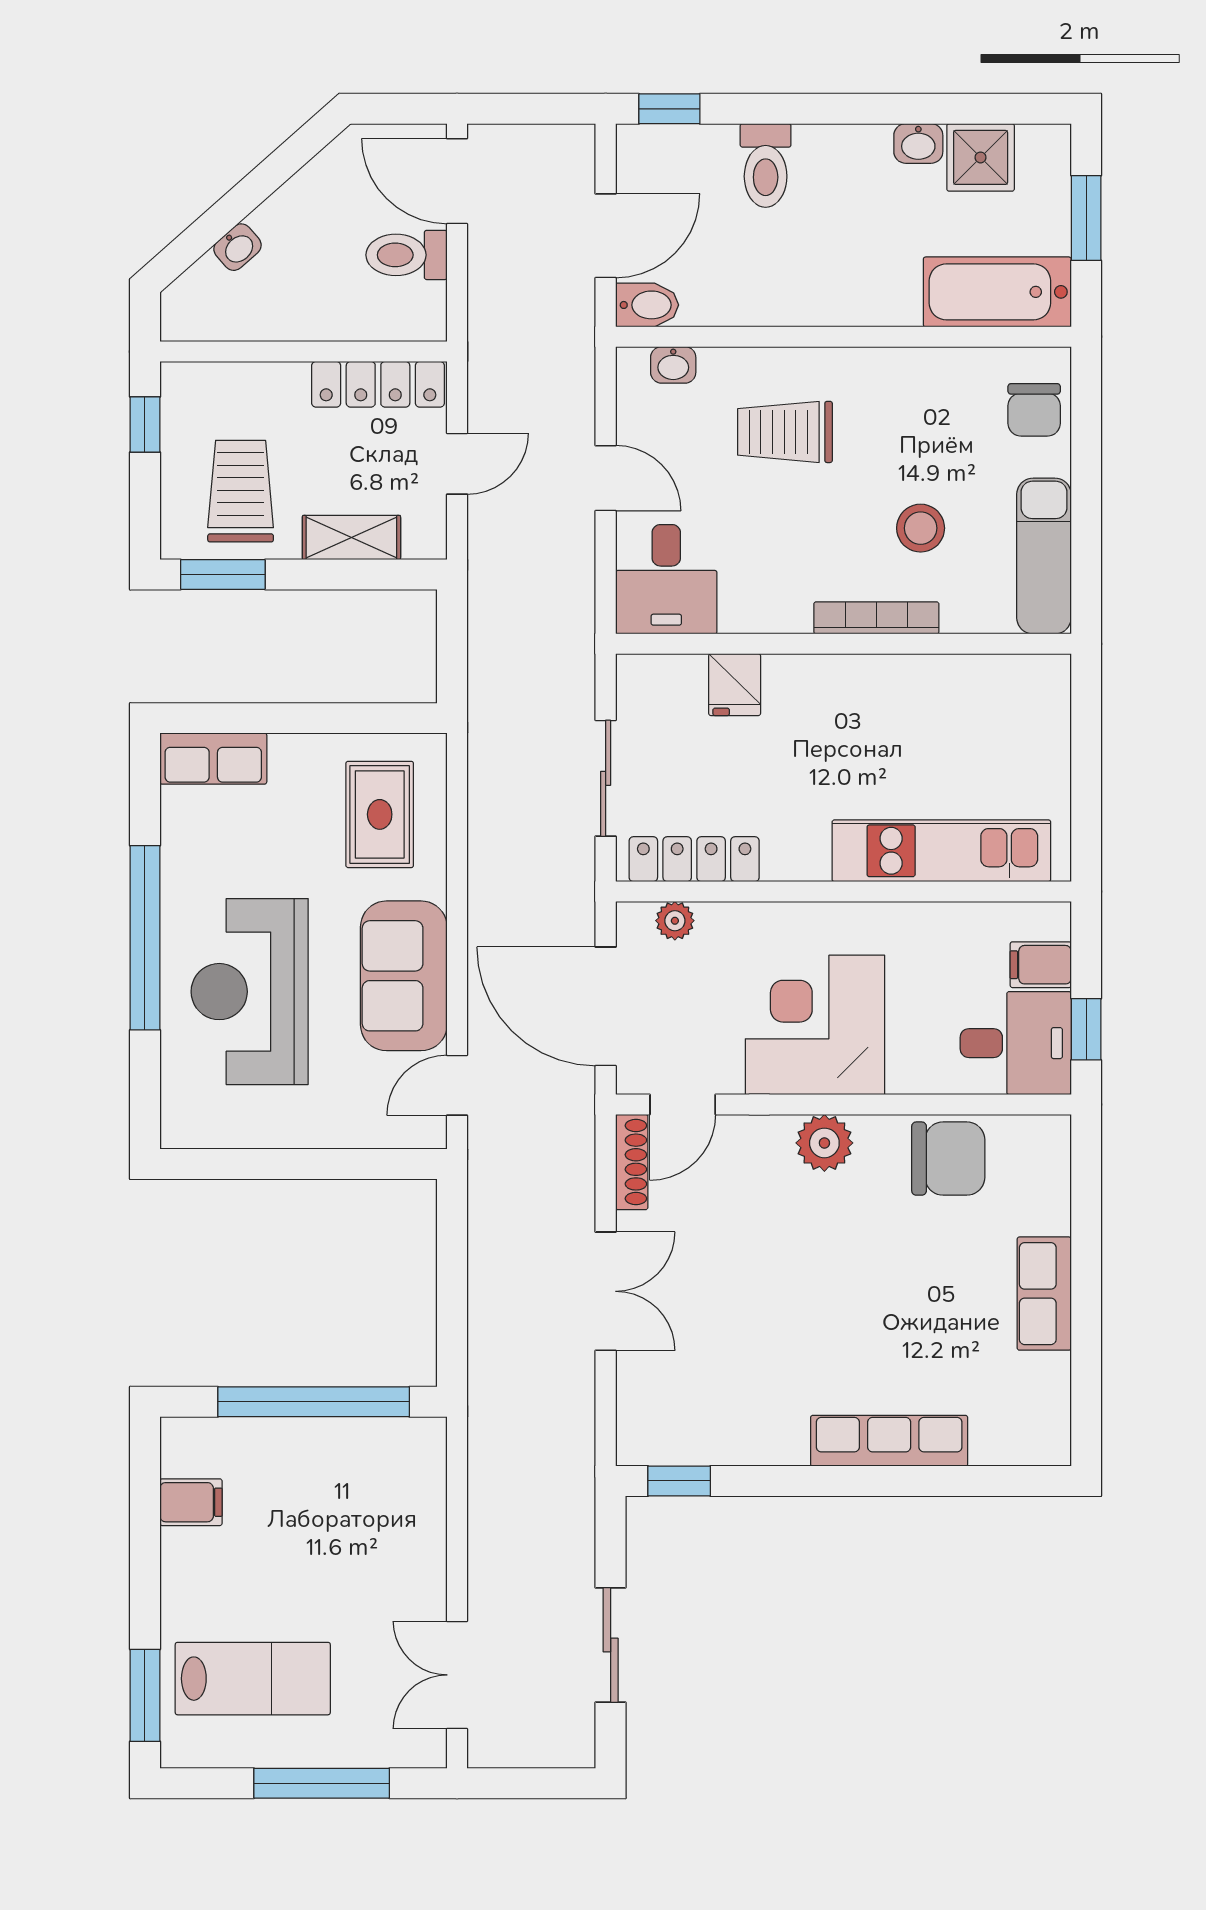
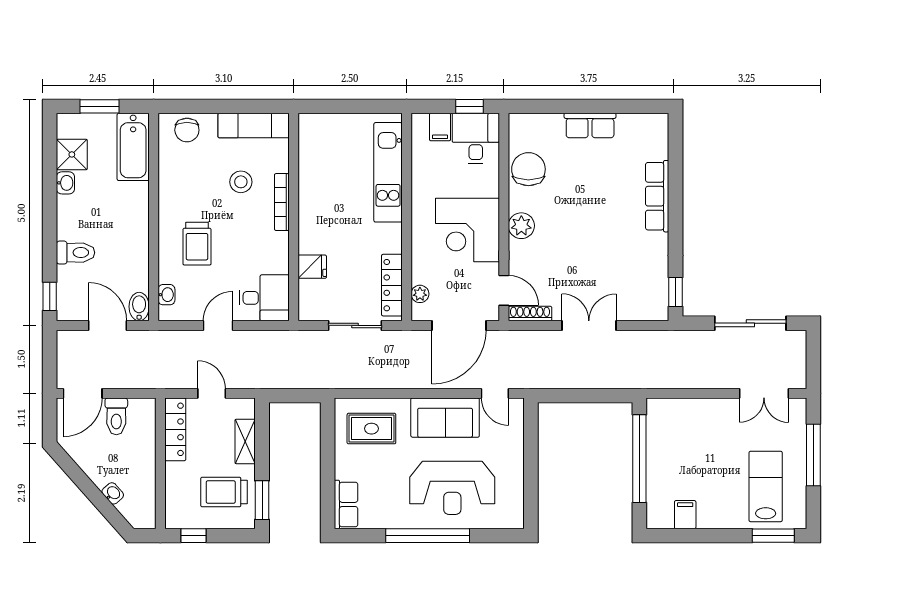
chair: (1034, 410) -> (187, 130), turned 90
sliding door: (611, 1645) -> (750, 323), width x1.37

